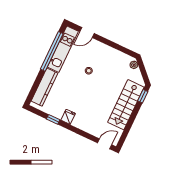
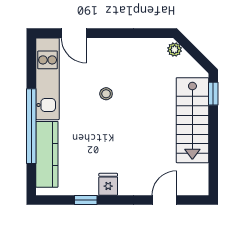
door: (87, 32) -> (74, 33), hinge flipped
window: (52, 51) -> (31, 126), moved
door: (105, 144) -> (164, 200), moved

